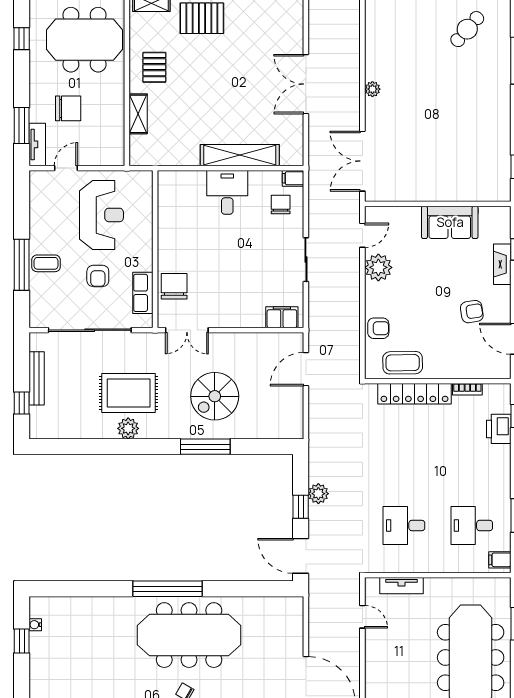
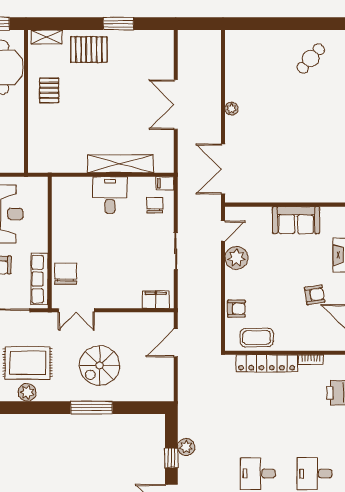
shelving: (138, 114) -> (35, 129), removed
row of seats: (143, 293) -> (39, 279), width x1.48

